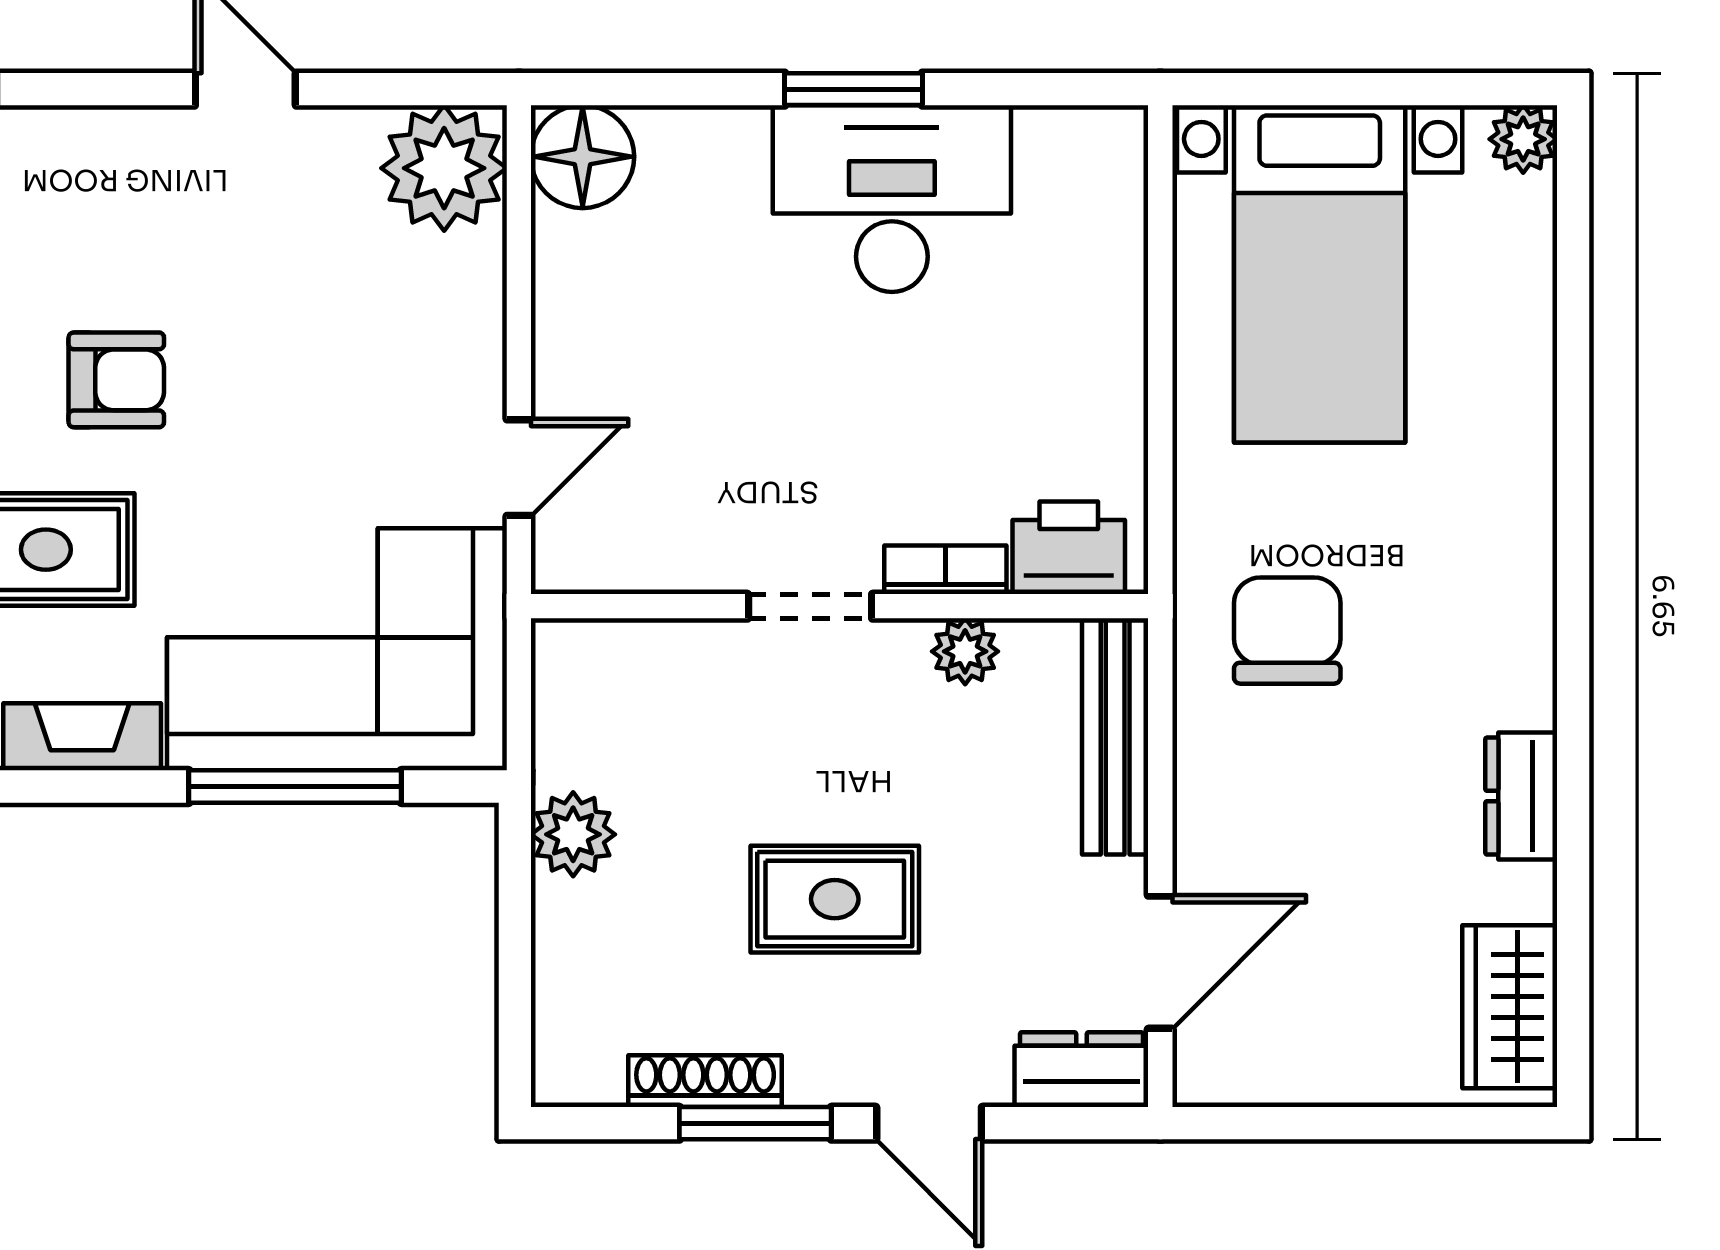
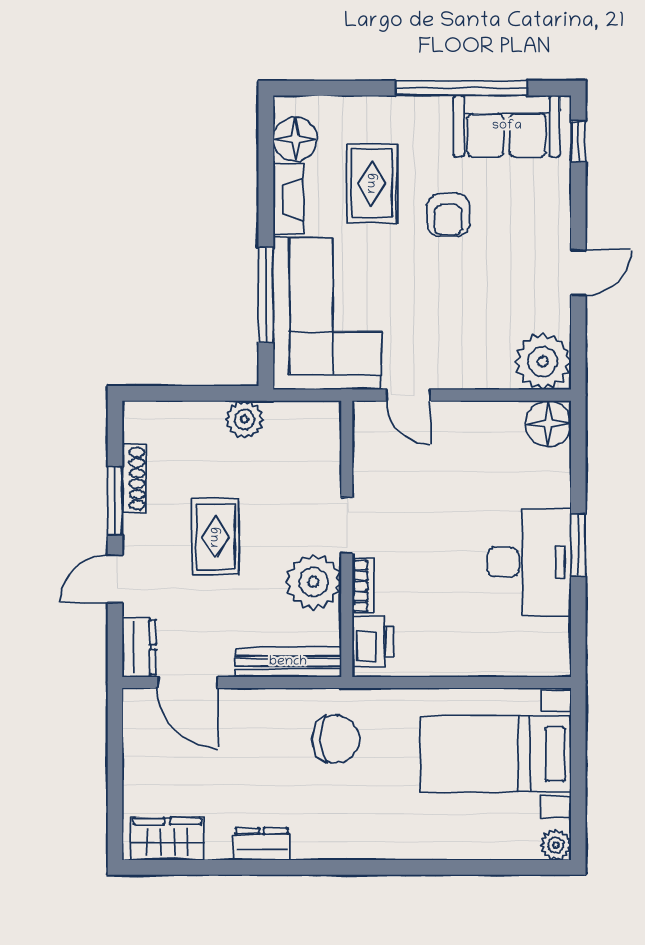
plant: (965, 651) -> (313, 582), width x1.88, depth x1.88

